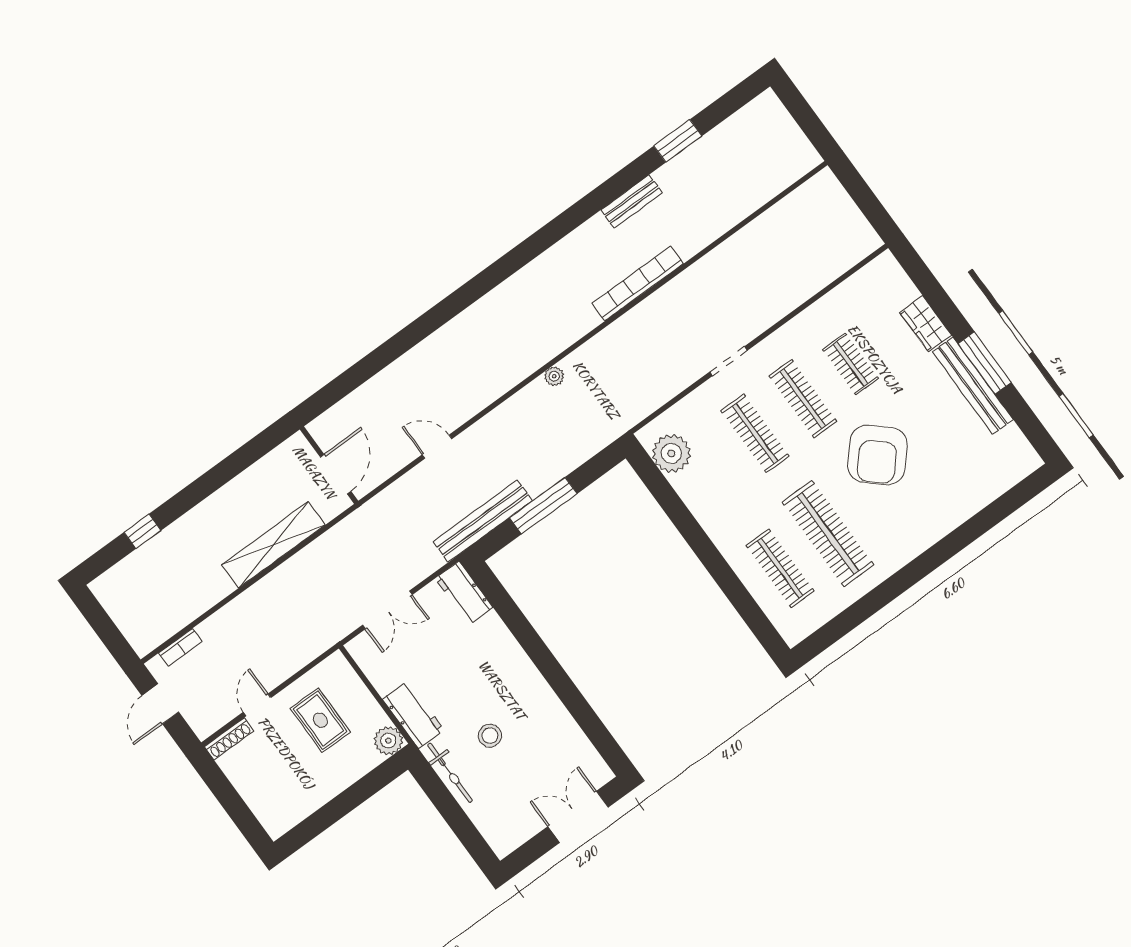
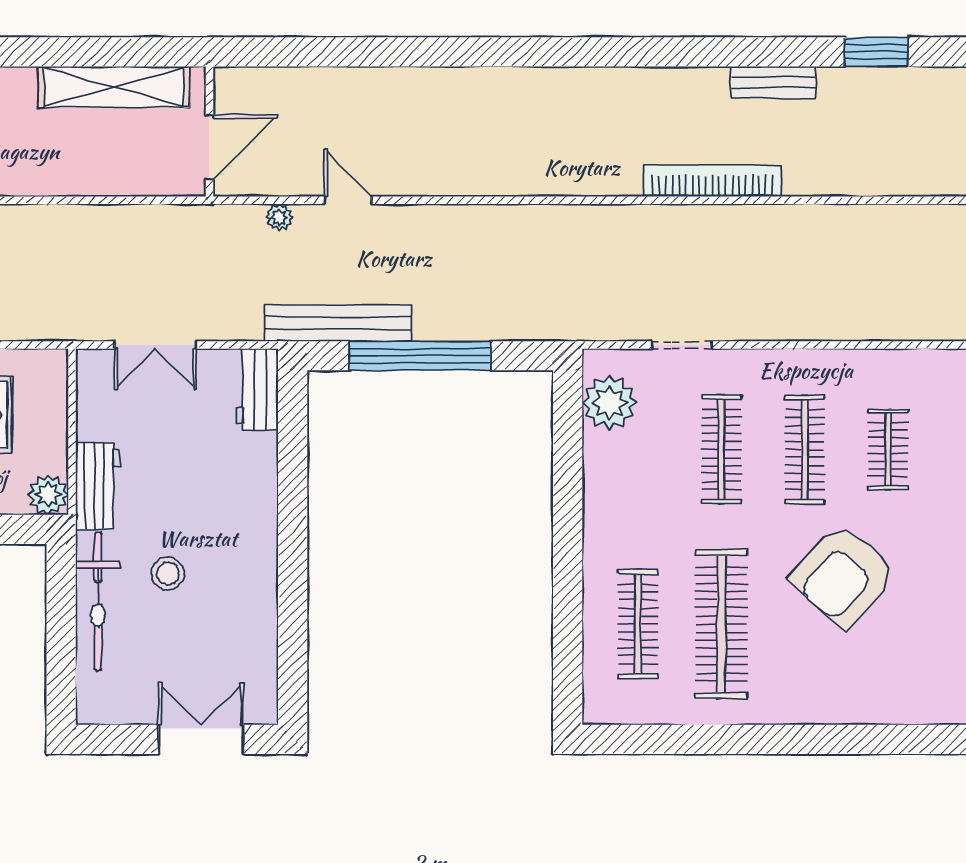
doorway: (728, 361) -> (682, 345), moved
plant: (554, 376) -> (279, 217), moved
window: (543, 506) -> (420, 356), width x1.46
shelving: (273, 545) -> (114, 87), moved
bicycle: (450, 773) -> (98, 601), width x1.37, depth x1.40

